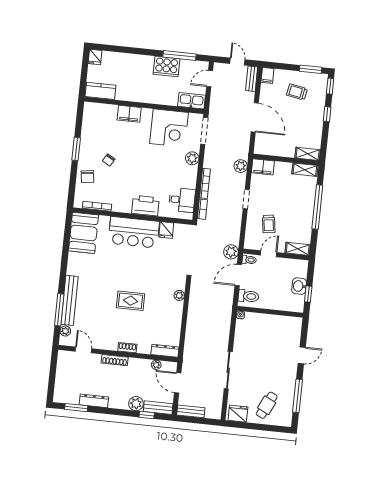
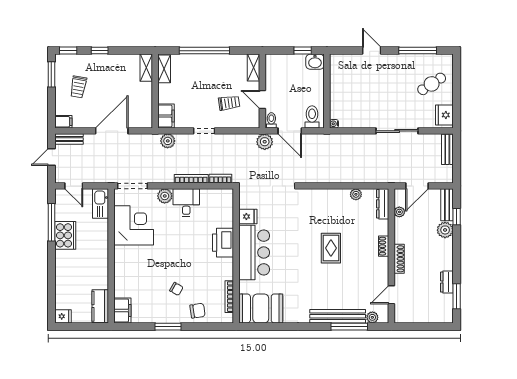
filing cabinet: (129, 114) -> (122, 310), moved
desk: (182, 200) -> (186, 203), moved
washbasin: (299, 286) -> (315, 62), moved
plant: (179, 295) -> (356, 194), moved
dresser: (94, 401) -> (447, 282), width x0.70
cafe table: (267, 405) -> (432, 84), turned -59
bench: (191, 411) -> (447, 149), moved

